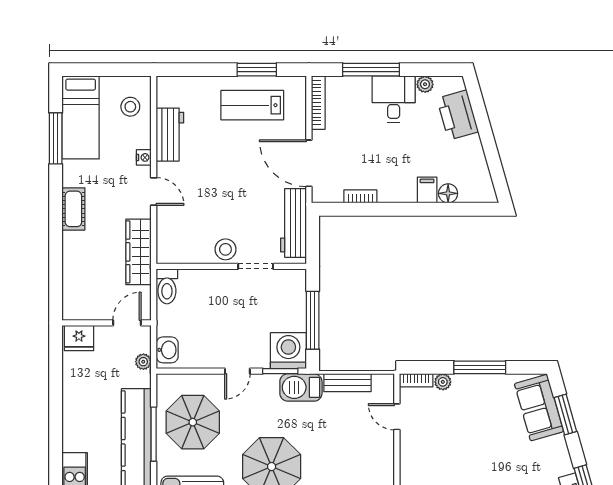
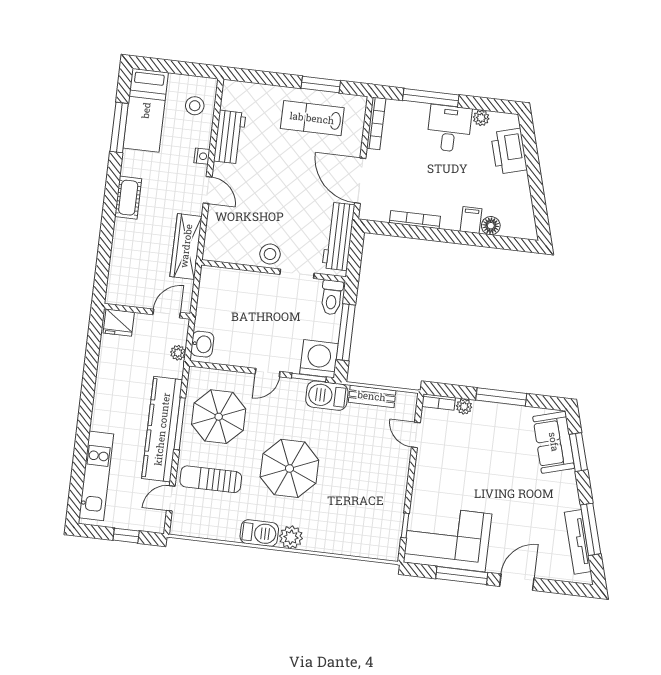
bookcase: (360, 196) -> (415, 220), width x1.56
toilet: (167, 286) -> (332, 297), moved

